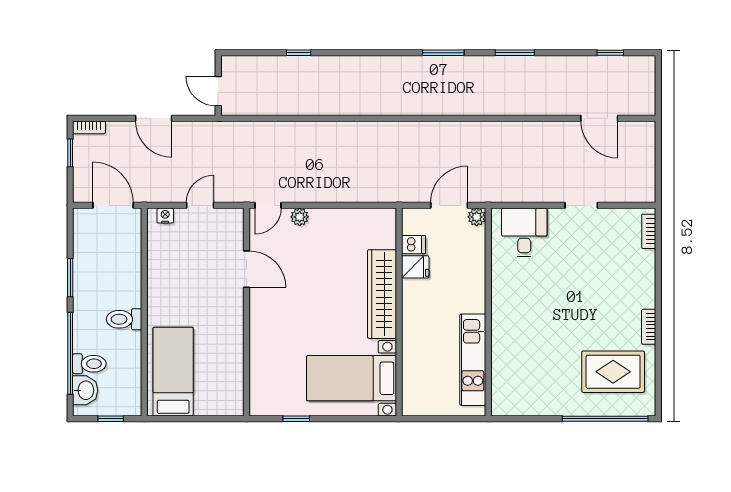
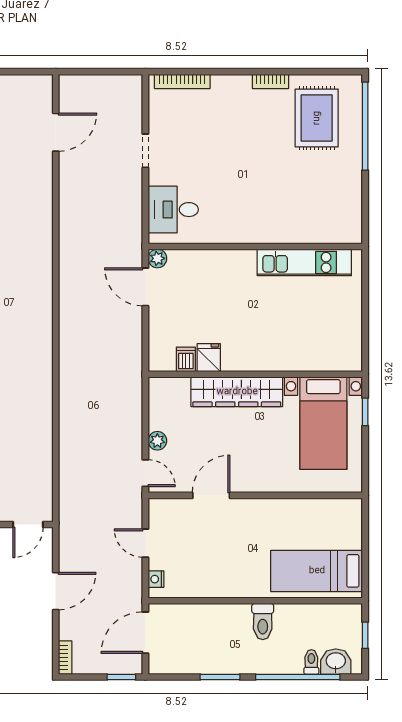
window: (70, 153) -> (121, 677), moved
bookcase: (649, 231) -> (182, 81), width x1.56
dishwasher: (414, 245) -> (186, 359), moved
fridge: (415, 267) -> (209, 358), moved
wardrobe: (382, 294) -> (237, 392), moved
wall: (399, 312) -> (255, 374), moved
toilet: (89, 364) -> (311, 662), width x0.73, depth x0.72
bed with nightstands: (352, 378) -> (323, 423), moved
window: (296, 419) -> (365, 412), moved

